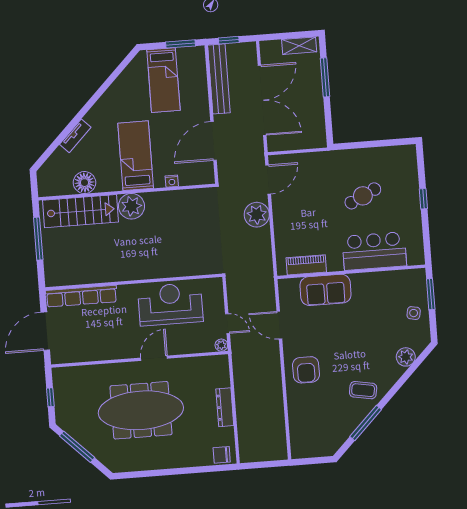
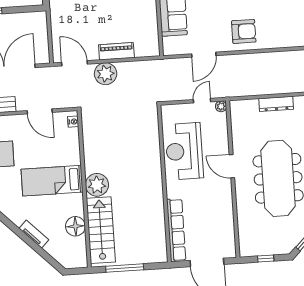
door: (213, 141) -> (40, 111), width x0.73
nightstand: (172, 181) -> (73, 122), moved
piano: (306, 265) -> (116, 51), moved, turned 90

